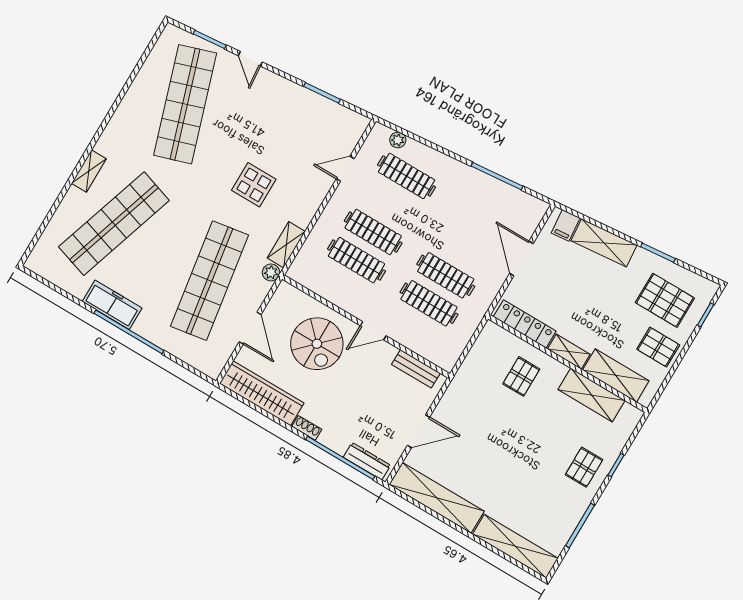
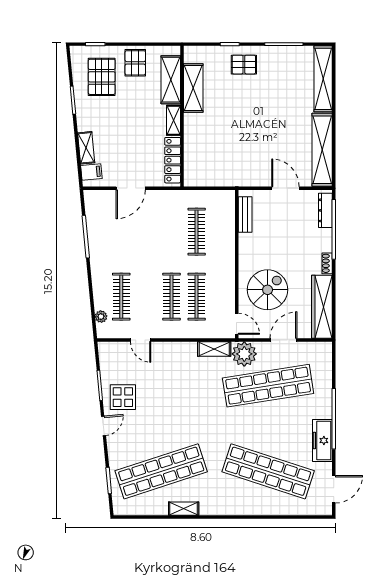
door: (250, 59) -> (104, 426), moved
shelving: (89, 171) -> (184, 509), moved
display table: (254, 185) -> (123, 397), moved
shelving: (604, 243) -> (86, 148), width x0.67, depth x0.75
plant: (271, 272) -> (244, 354), width x1.88, depth x1.88
clothes rail: (446, 275) -> (172, 232), removed
door: (50, 285) -> (334, 489), added
door: (373, 331) -> (237, 324), moved
pallet: (521, 376) -> (209, 142), removed

